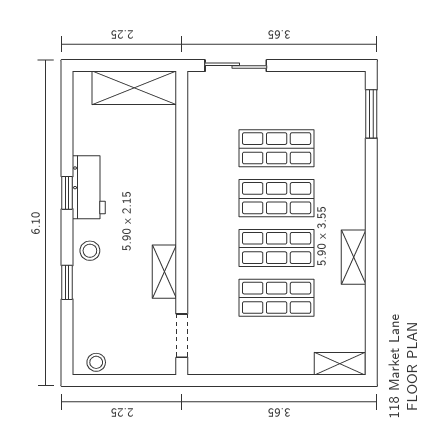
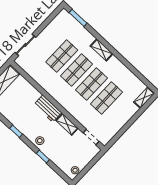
workbench: (89, 187) -> (48, 109), moved, turned 180
shelving: (354, 257) -> (102, 50), moved

